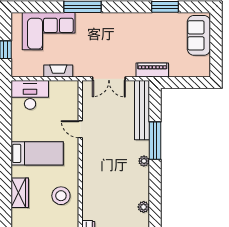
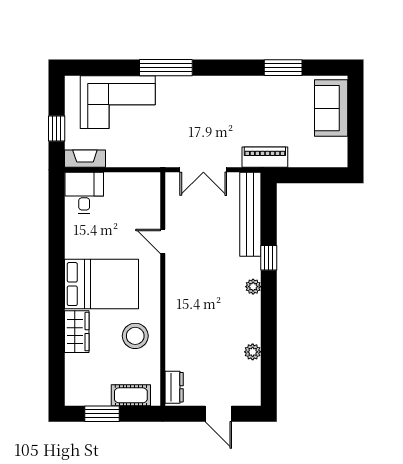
fireplace: (58, 71) -> (85, 159), moved
desk: (30, 95) -> (84, 193), width x0.73
window: (155, 141) -> (269, 258), width x0.46
bed: (37, 153) -> (101, 284), width x1.50

